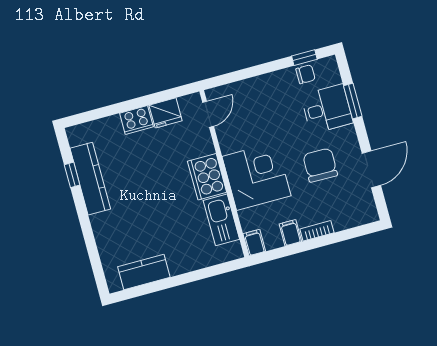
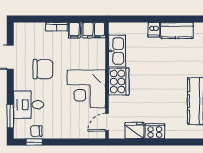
window: (353, 101) -> (10, 116), moved
chair: (320, 165) -> (43, 69), turned -91
corner desk: (257, 176) -> (86, 89), moved
filing cabinet: (254, 243) -> (94, 30), width x2.00
dishwasher: (177, 264) -> (154, 30), added

